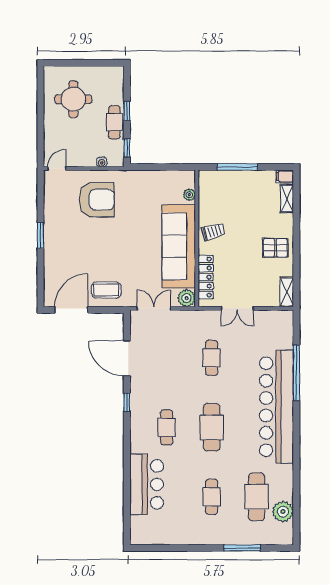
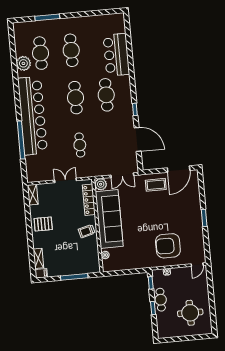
cafe table: (167, 427) -> (106, 95), width x1.37, depth x1.35
cafe table: (212, 497) -> (71, 50), width x1.37, depth x1.35
plant: (283, 512) -> (23, 63), moved

